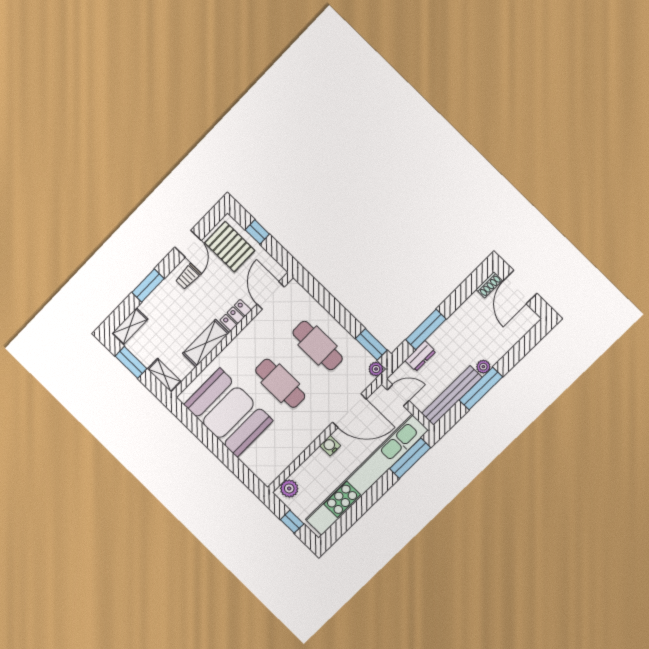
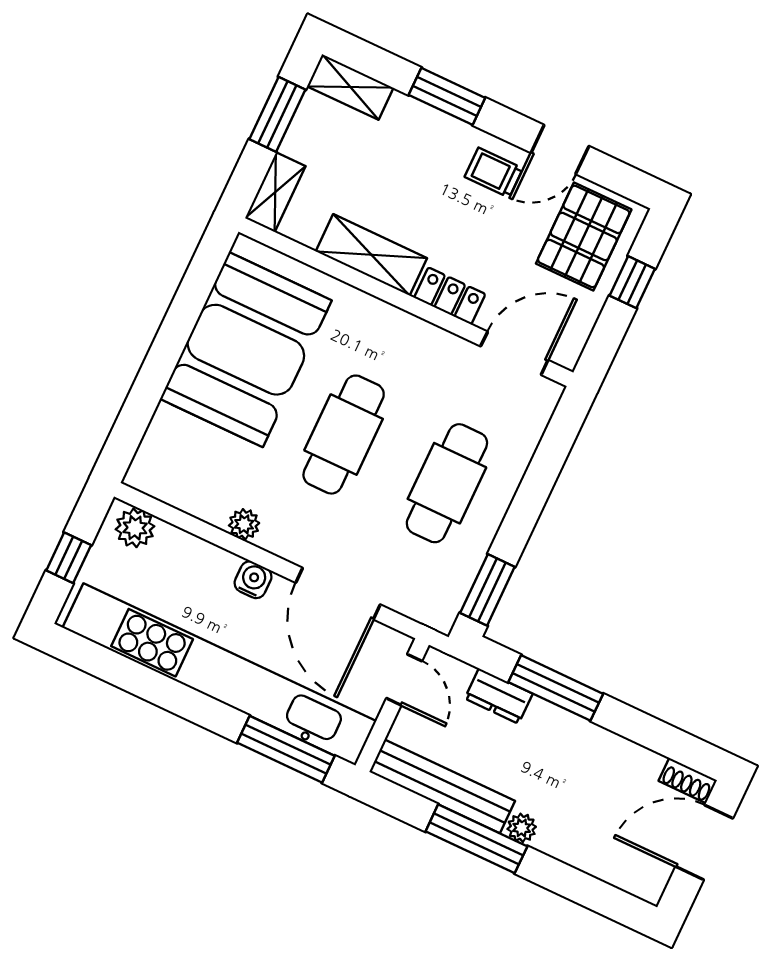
plant: (376, 369) -> (244, 524), moved

